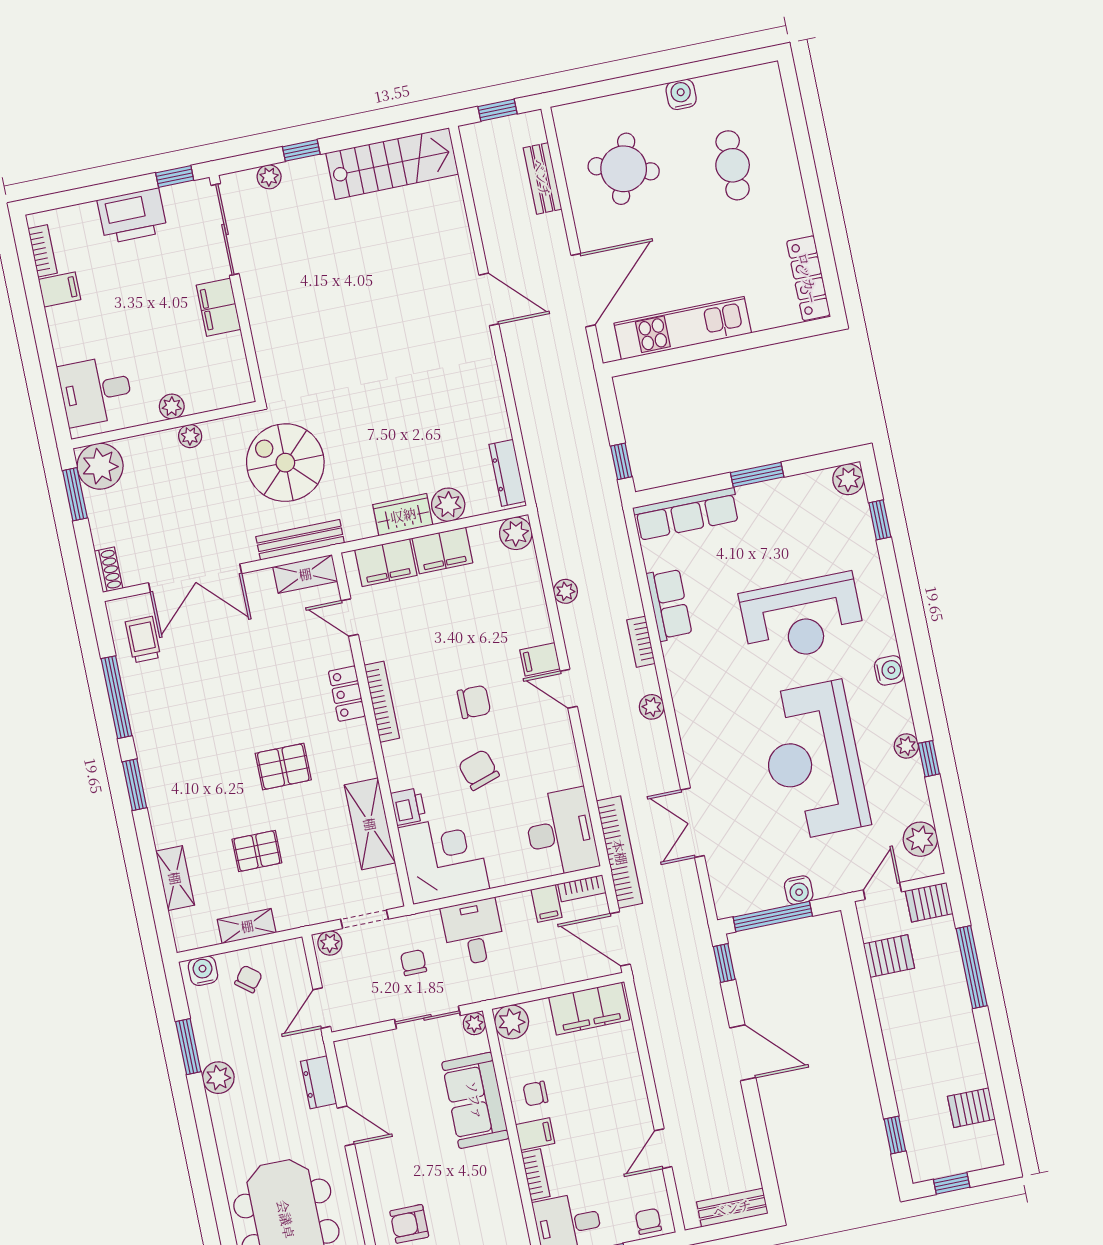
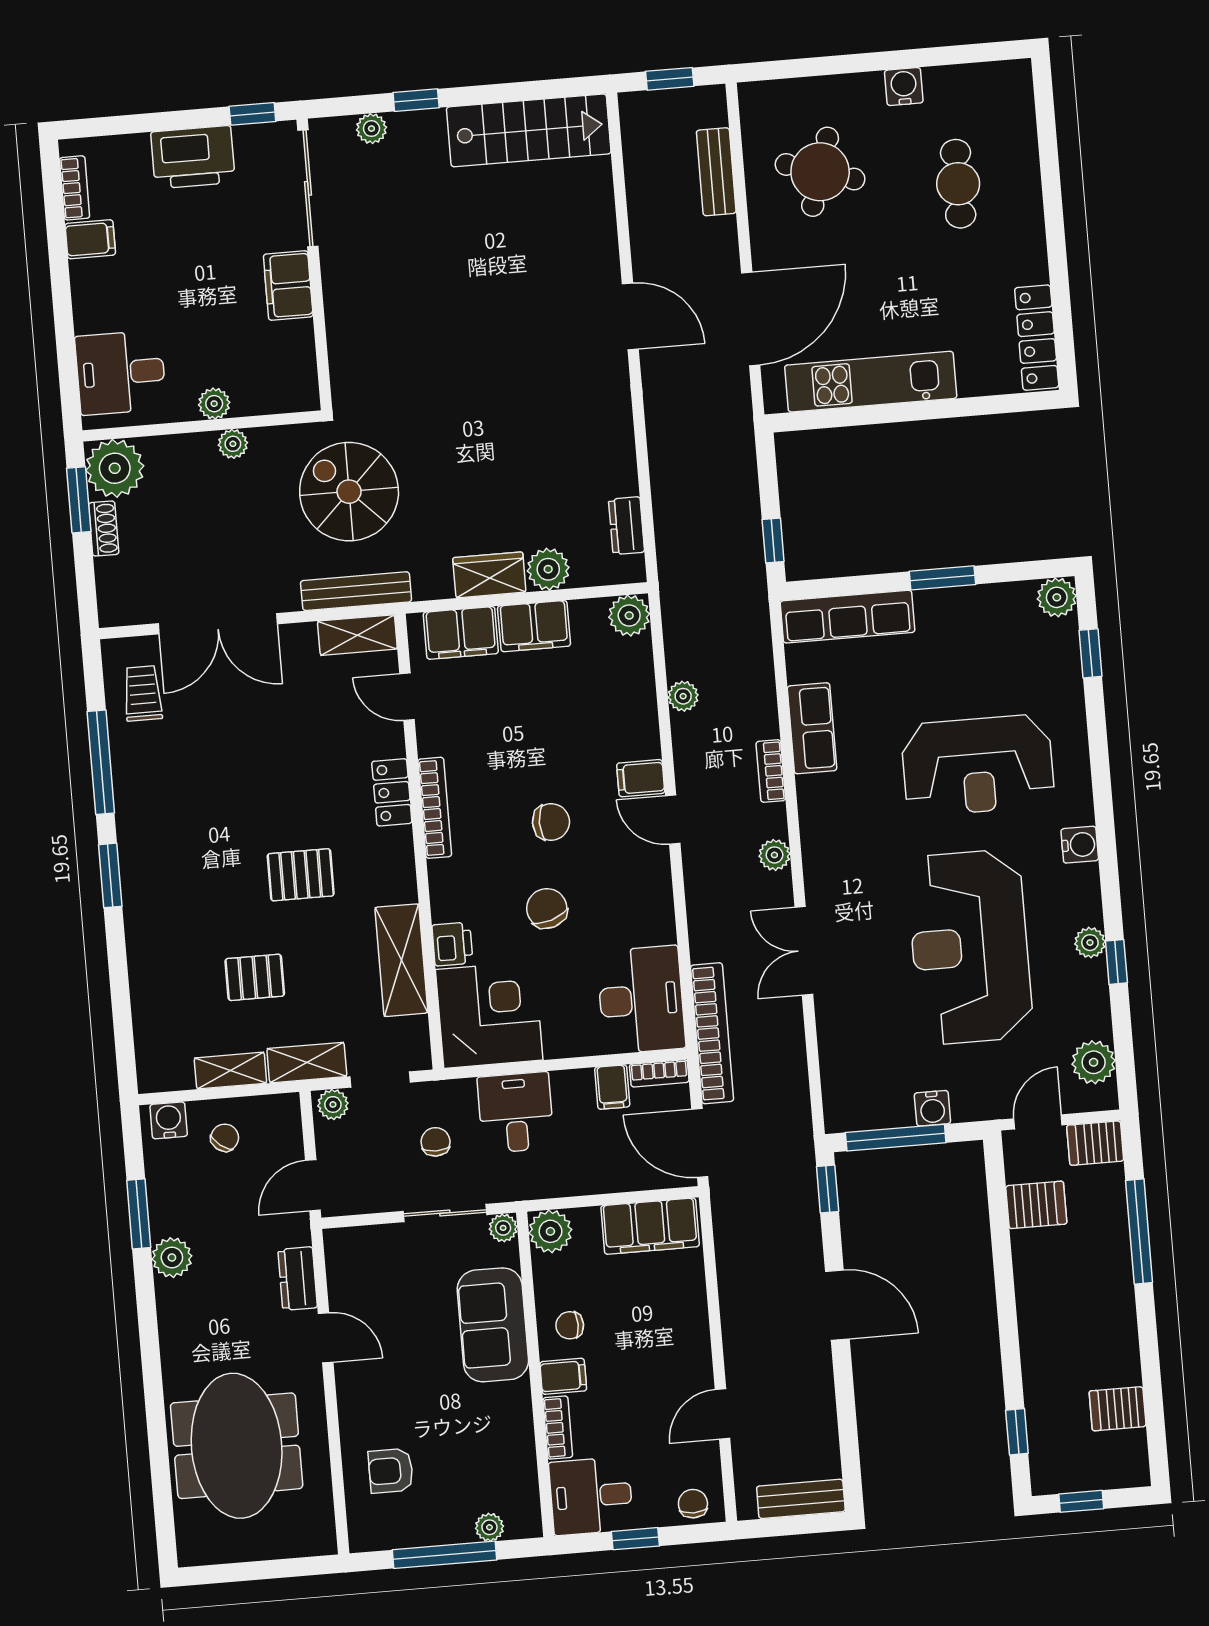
dresser: (507, 473) -> (627, 526), width x0.70
shoe rack: (108, 570) -> (104, 529), moved
double door: (692, 823) -> (804, 951), moved
shelving: (175, 878) -> (307, 1063), moved, turned 90

